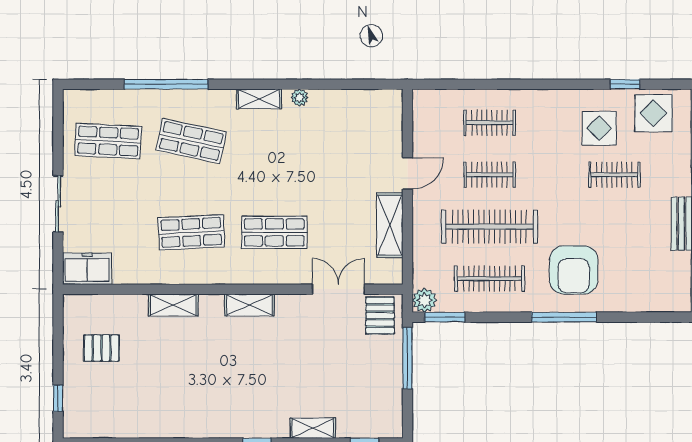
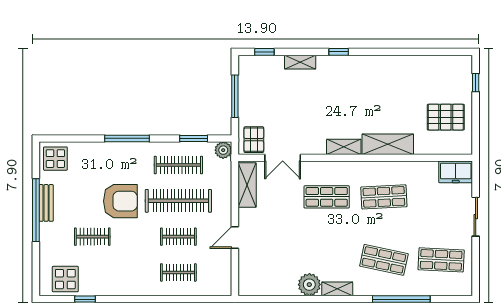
plant: (300, 98) -> (309, 285), width x1.87, depth x1.87
display table: (599, 128) -> (55, 159), moved
shelving: (390, 225) -> (247, 185), moved
armchair: (574, 270) -> (120, 201), moved, turned 90
shelving: (173, 305) -> (388, 144), width x1.50, depth x1.33
window: (445, 317) -> (194, 138), moved
pallet: (102, 348) -> (446, 117), width x1.50, depth x1.42
window: (407, 358) -> (235, 96), moved

